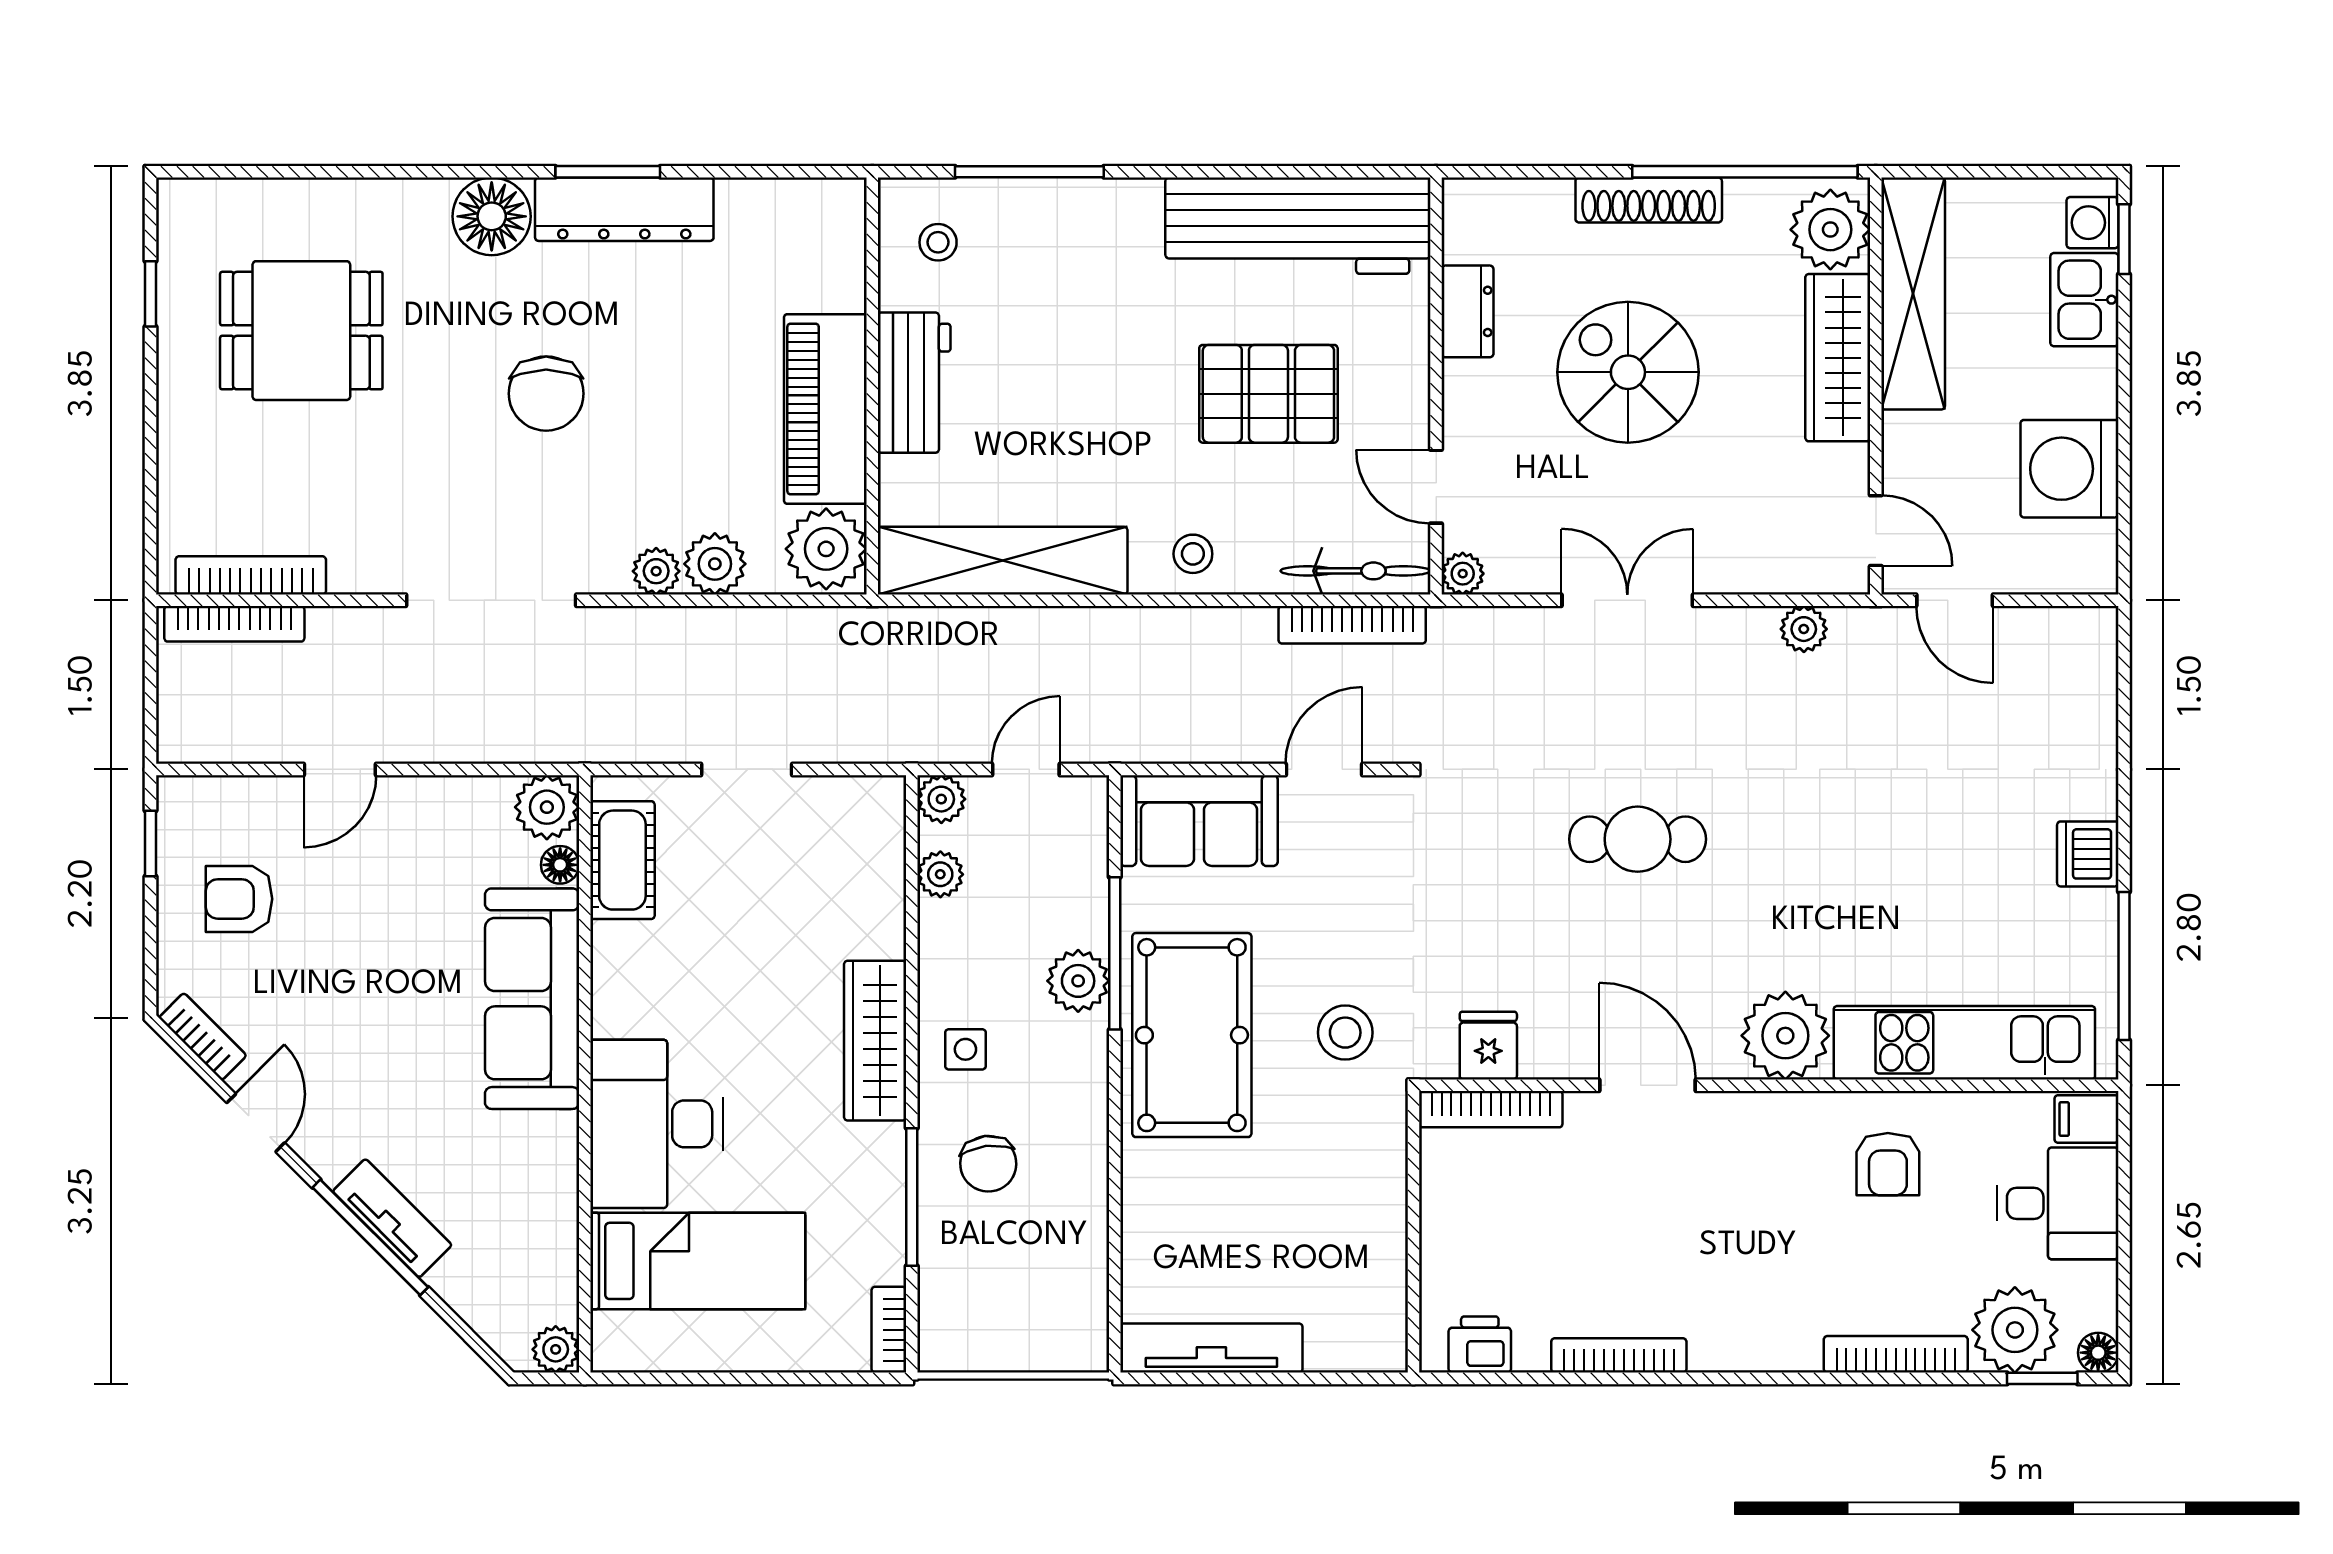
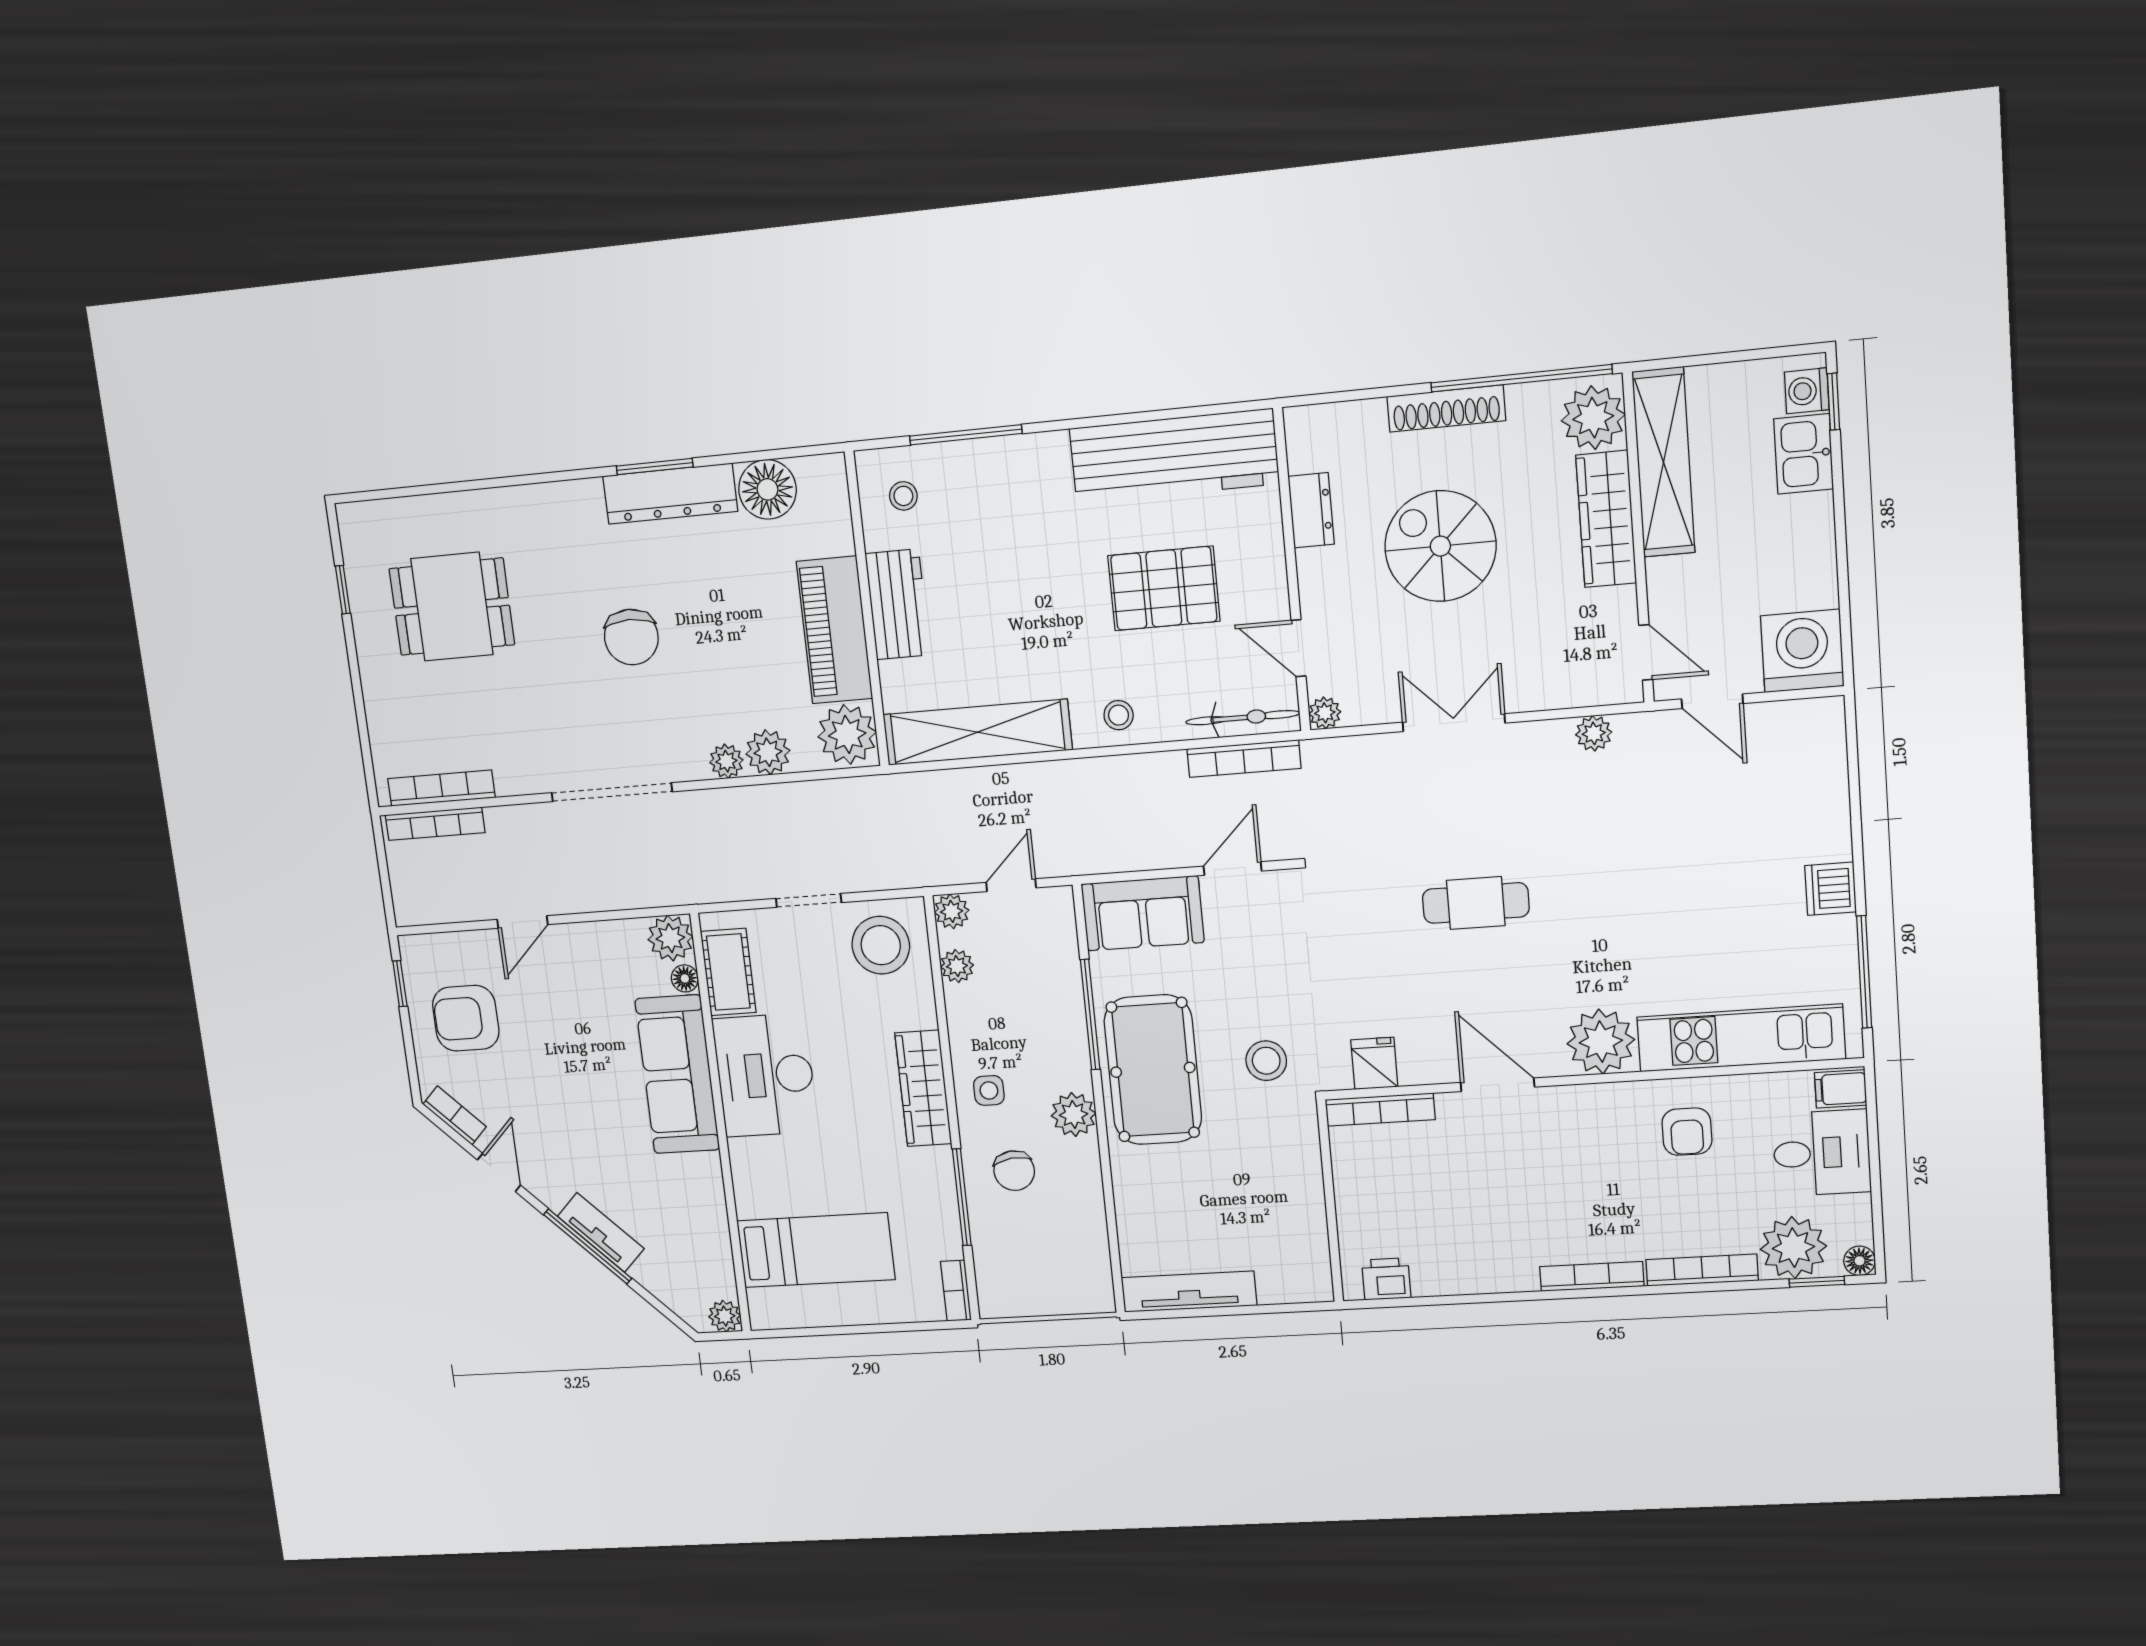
floor lamp: (492, 216) -> (767, 489), moved
washing machine: (2069, 469) -> (1802, 651), moved, turned 90
stool: (839, 838) -> (881, 945), added
armchair: (239, 899) -> (466, 1018), width x1.38, depth x1.38
plant: (1078, 981) -> (1074, 1115), moved
desk: (656, 1124) -> (765, 1075), moved
bookcase: (1619, 1355) -> (1592, 1276), moved

